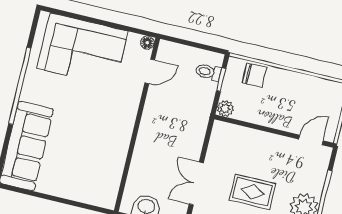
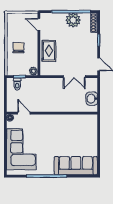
chair: (254, 75) -> (18, 48), moved
rug: (253, 192) -> (49, 51), moved

